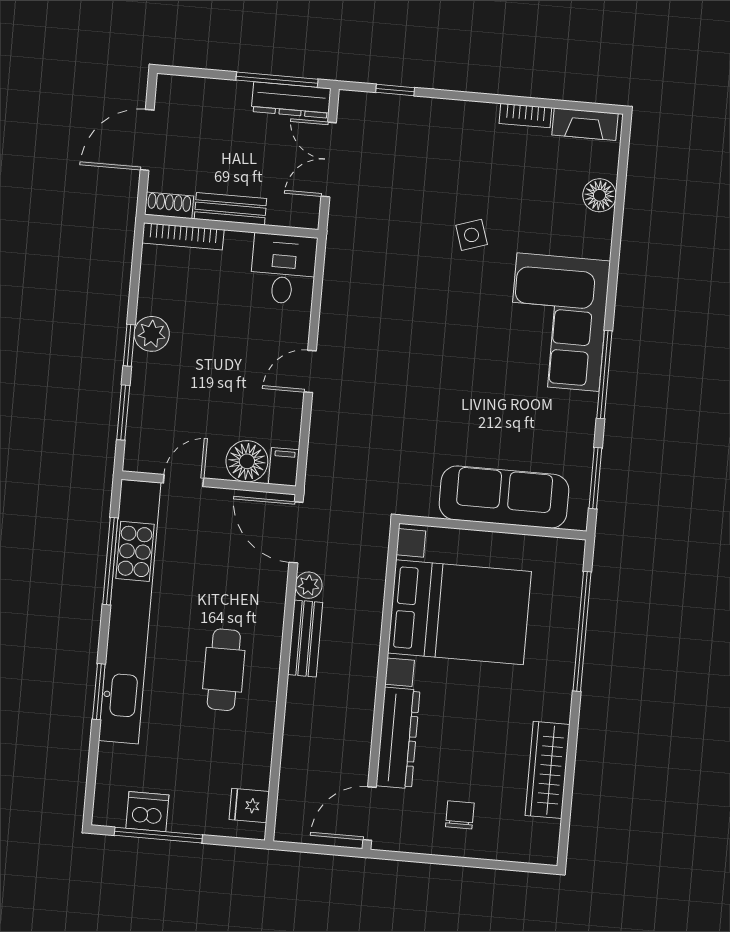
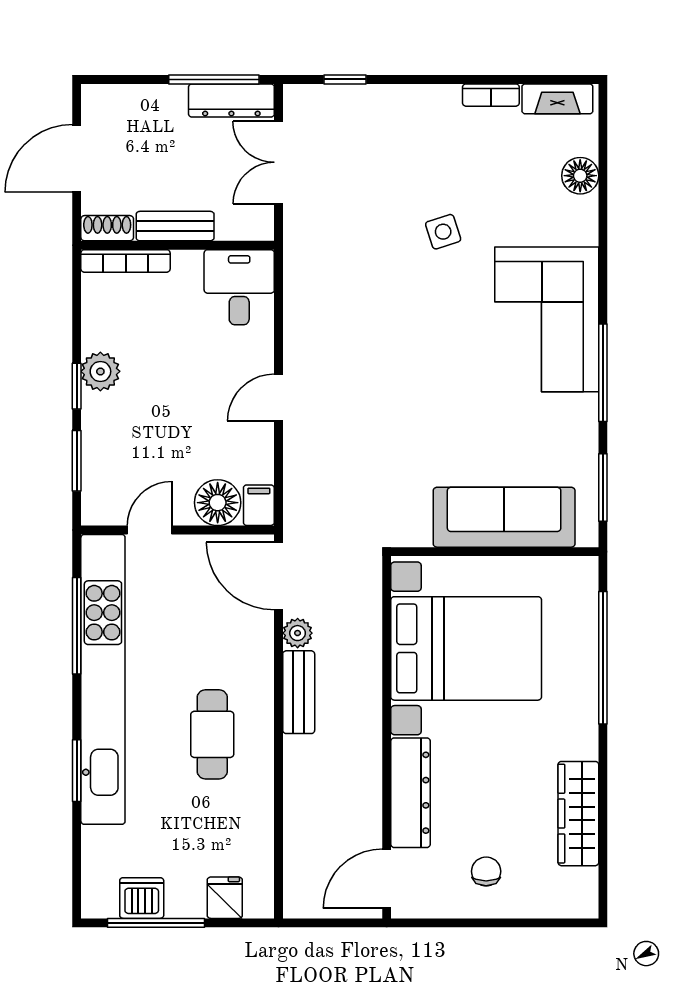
fridge: (249, 806) -> (225, 898), moved, turned 90

